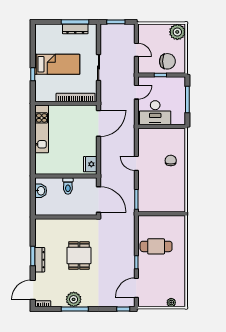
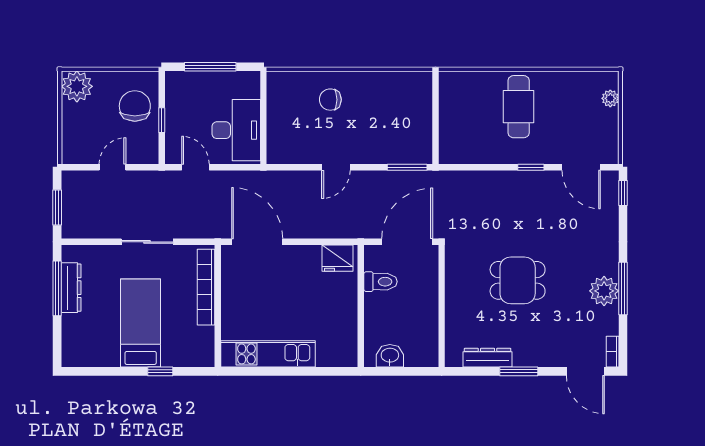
toilet: (68, 186) -> (380, 282), moved
cafe table: (156, 246) -> (519, 107), moved
dresser: (40, 260) -> (488, 358), moved

